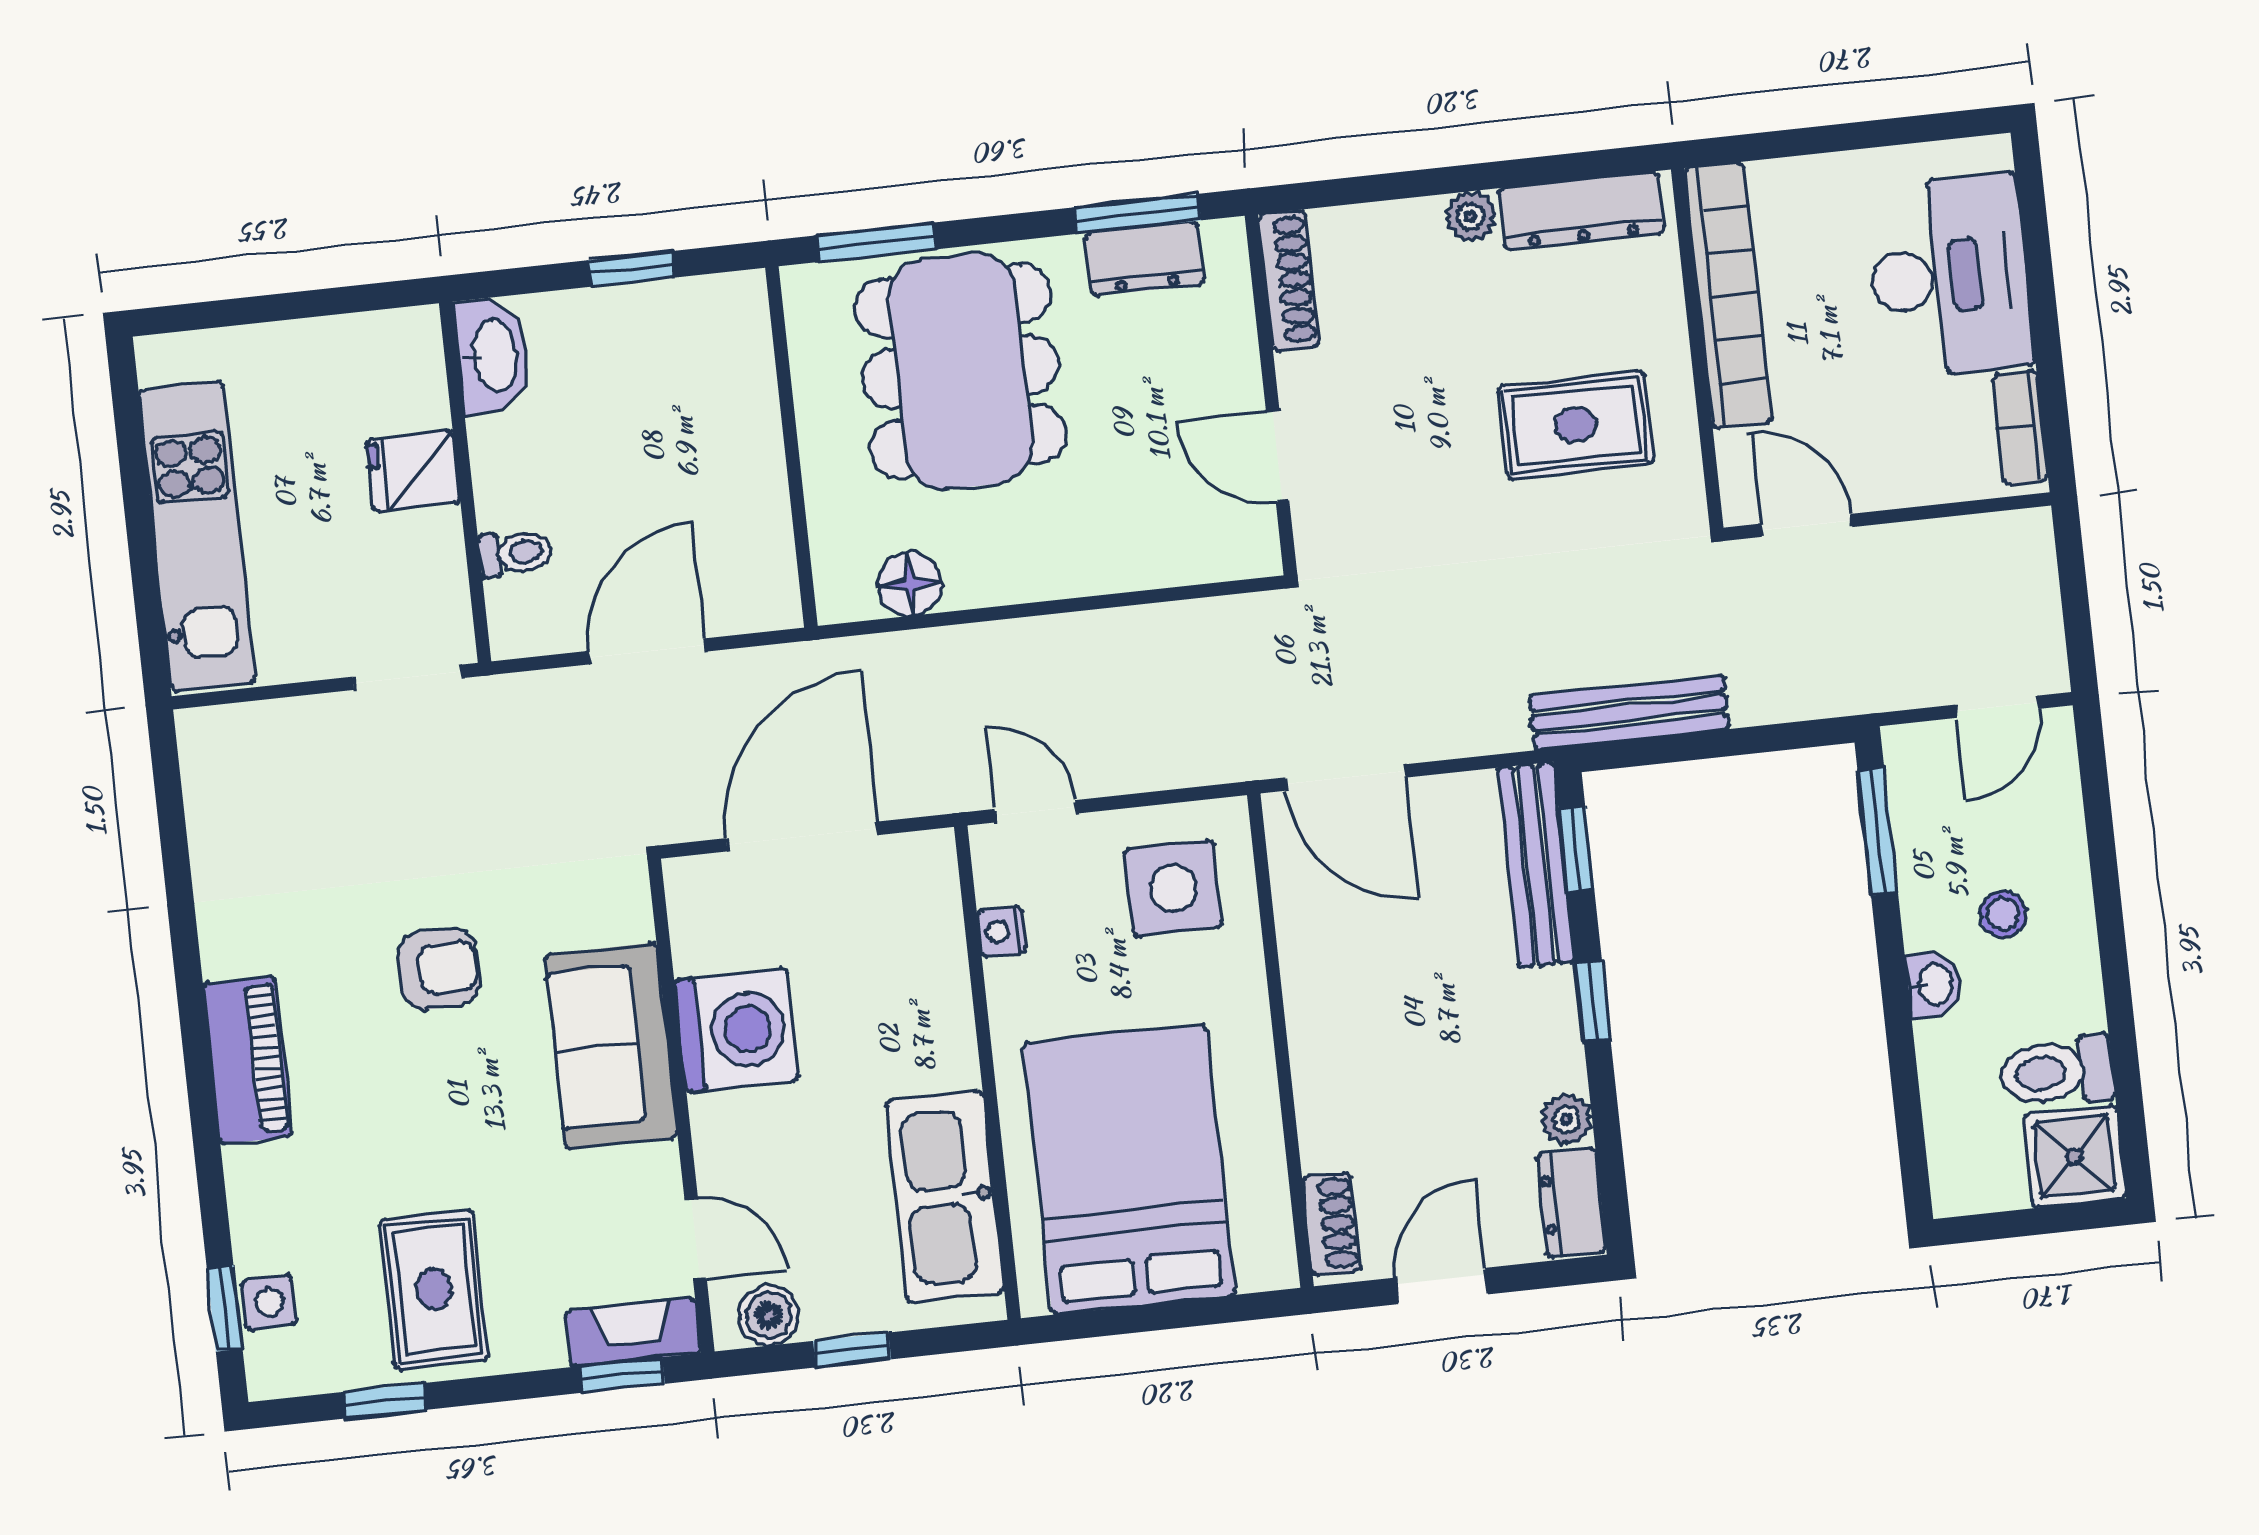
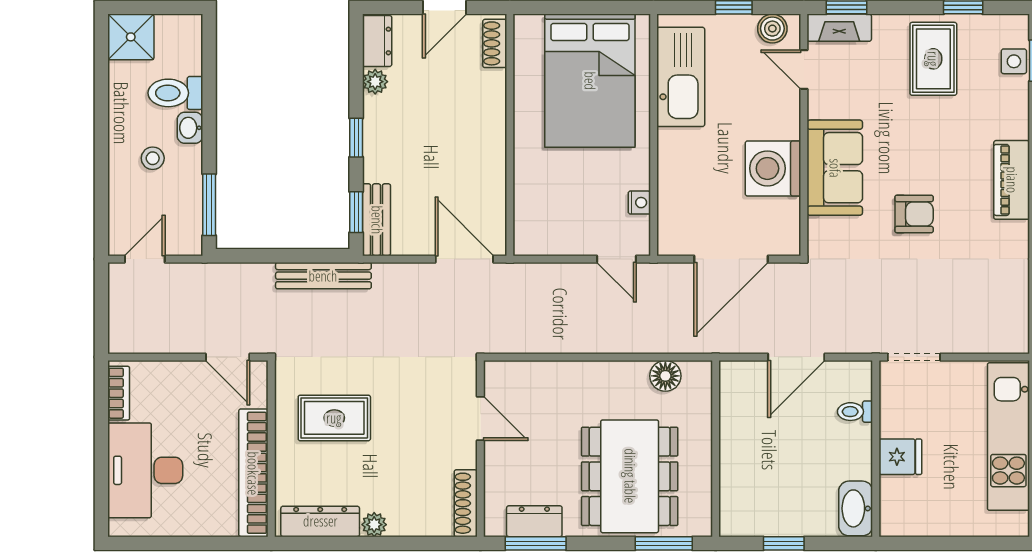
bench: (1536, 865) -> (377, 220), width x0.73
side table: (1173, 888) -> (554, 214), removed
armchair: (439, 969) -> (914, 214), turned 180
toilet: (2056, 1072) -> (175, 93), moved, turned 180

